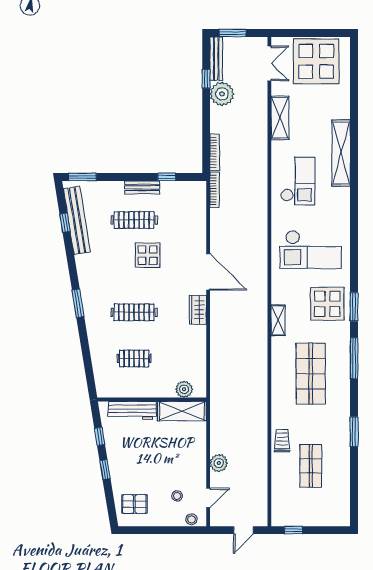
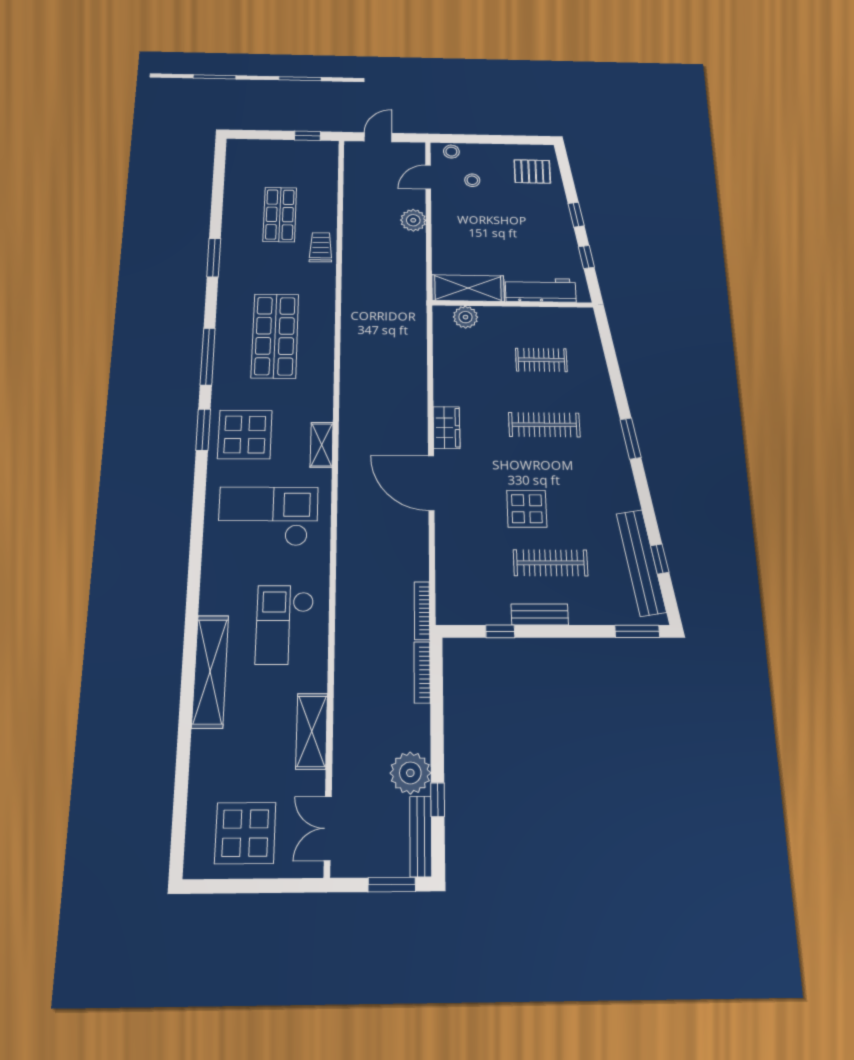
display table: (316, 61) -> (245, 833), width x0.73, depth x0.73
shelving: (278, 320) -> (322, 445), moved
trolley: (282, 441) -> (321, 247), turned 180

